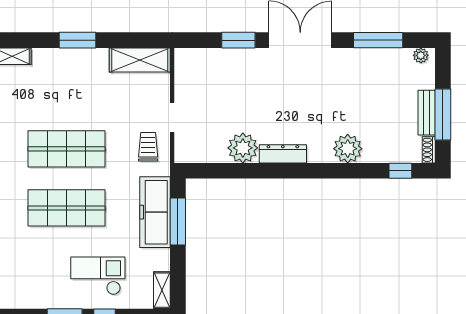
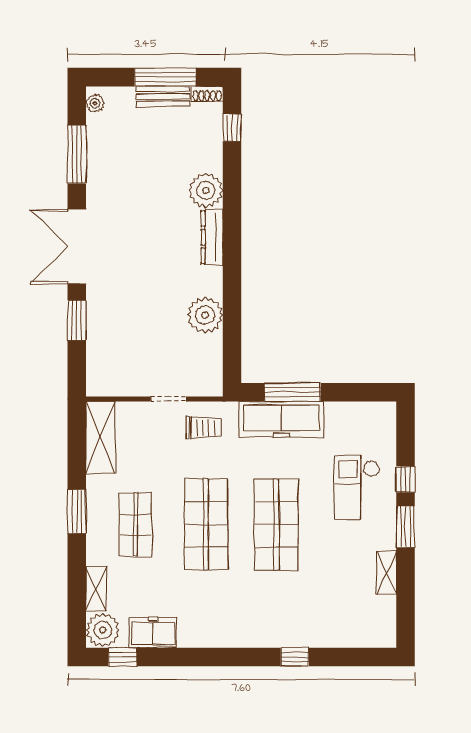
shop shelf: (67, 90) -> (136, 525), added
trolley: (148, 147) -> (204, 428), turned 180
dresser: (283, 154) -> (212, 237), moved
shelving: (162, 290) -> (387, 572), moved, turned 90

